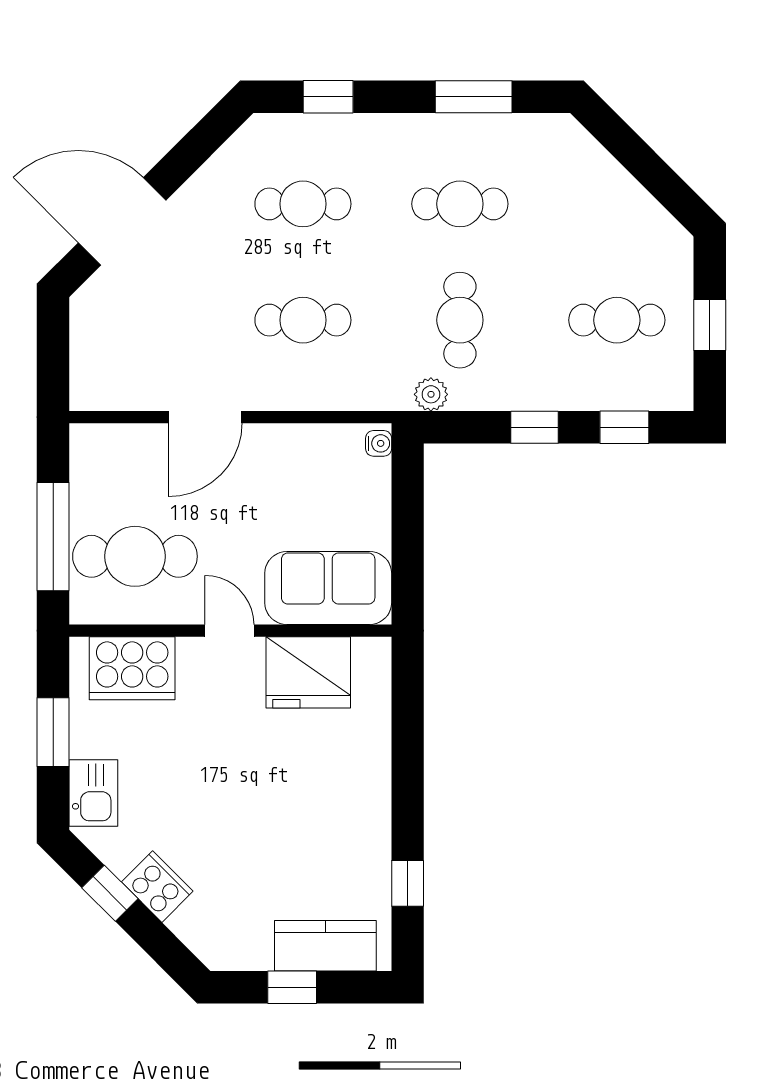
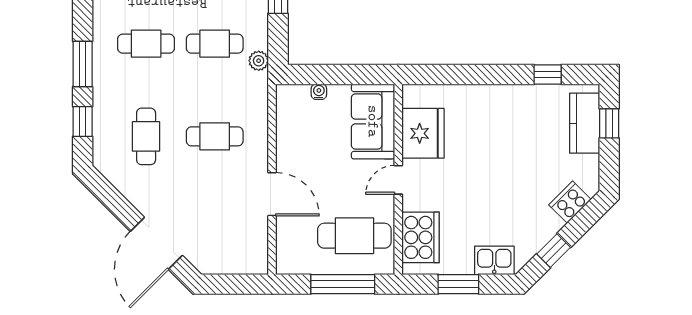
window: (474, 97) -> (83, 64), moved
cafe table: (460, 204) -> (146, 44), turned 90
cafe table: (303, 320) -> (215, 136), turned 90
water cooler: (379, 443) -> (319, 92), moved
cafe table: (135, 556) -> (354, 236), turned 90
cooker: (157, 887) -> (570, 202), moved
window: (292, 987) -> (609, 123), moved

